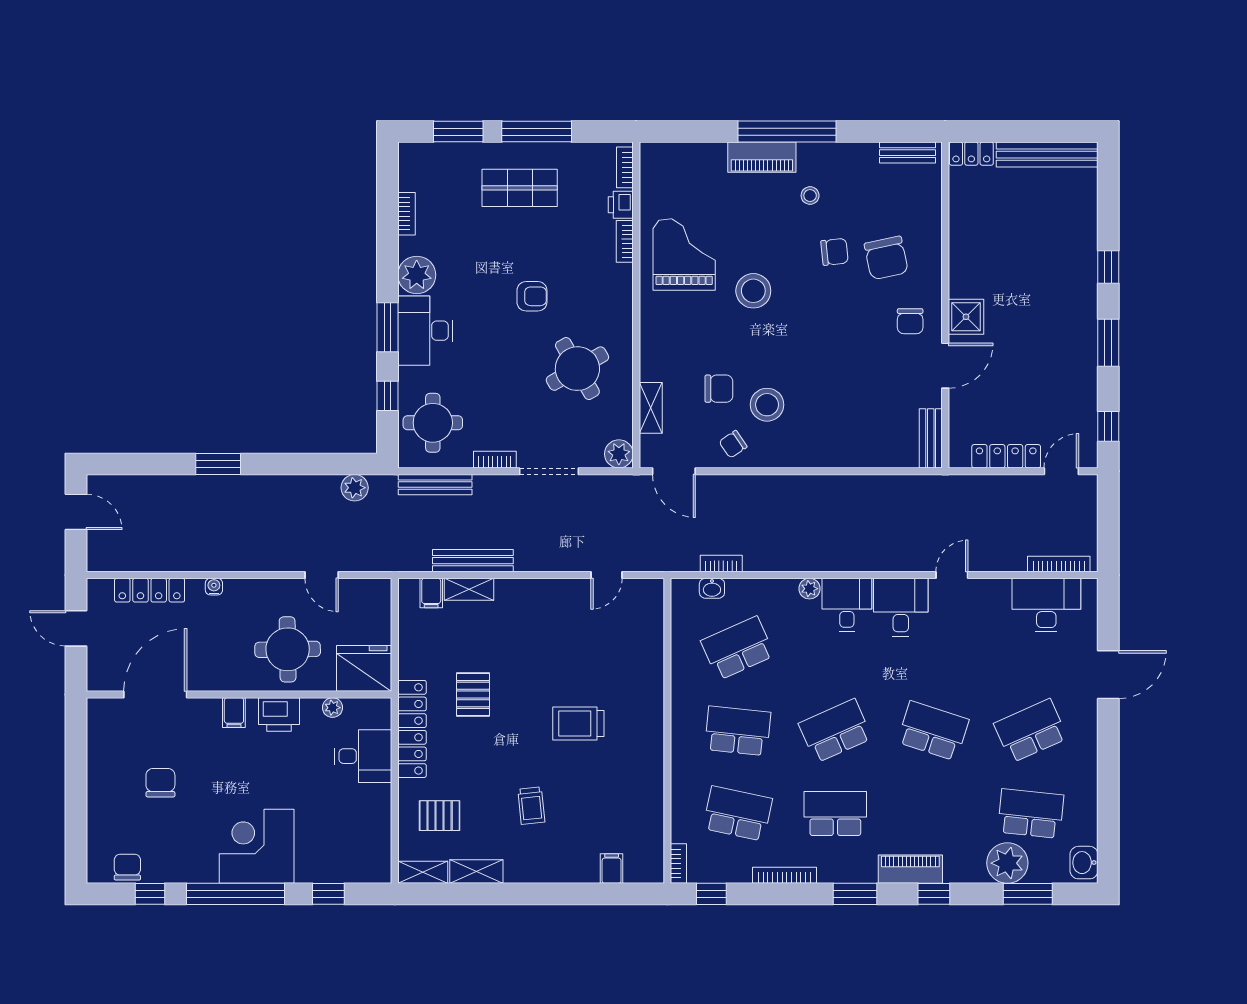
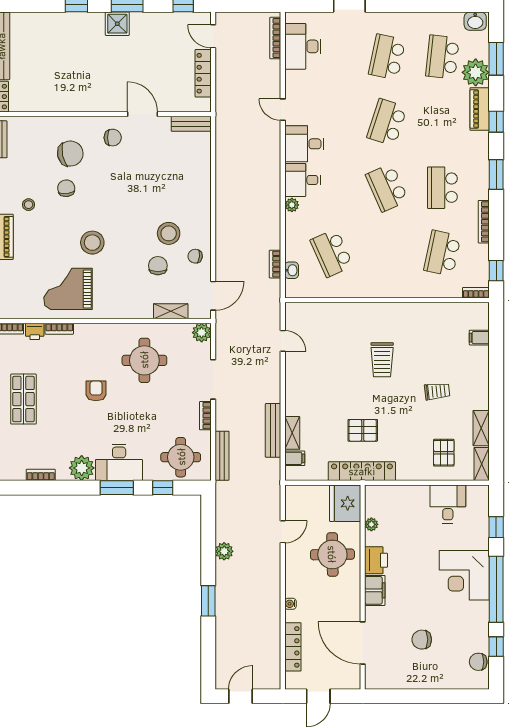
shower: (966, 317) -> (117, 24), moved
round table: (577, 369) -> (144, 360), turned 30
chair: (733, 444) -> (195, 256), turned 131
plant: (355, 488) -> (224, 551), moved
filing cabinet: (234, 713) -> (375, 590), width x2.00
locker: (412, 729) -> (362, 471), moved
school desk: (738, 731) -> (387, 253), removed
school desk: (1031, 731) -> (387, 57), turned 36
desk: (363, 756) -> (448, 504), moved
piano: (910, 869) -> (480, 109), moved

